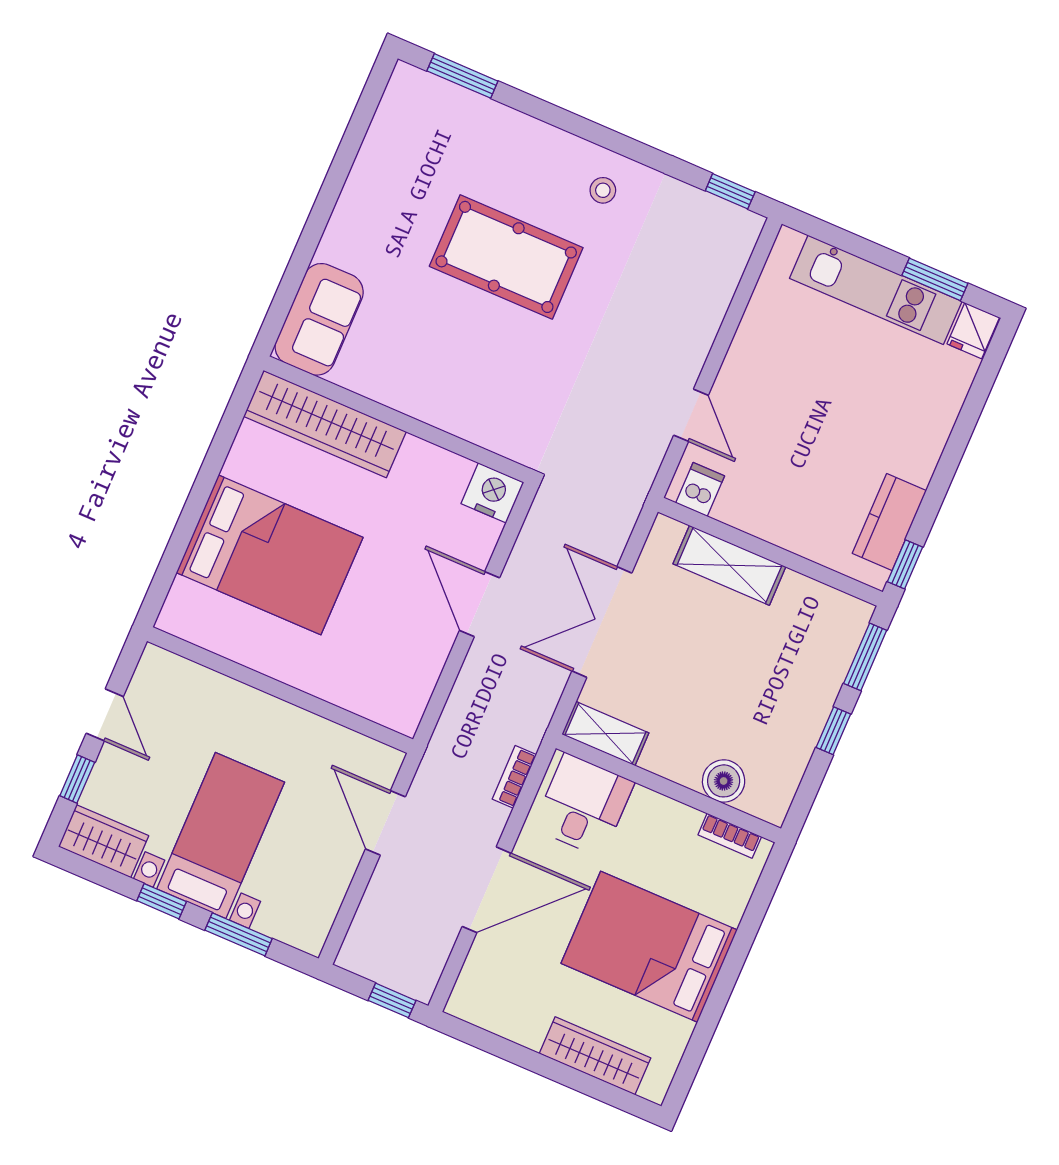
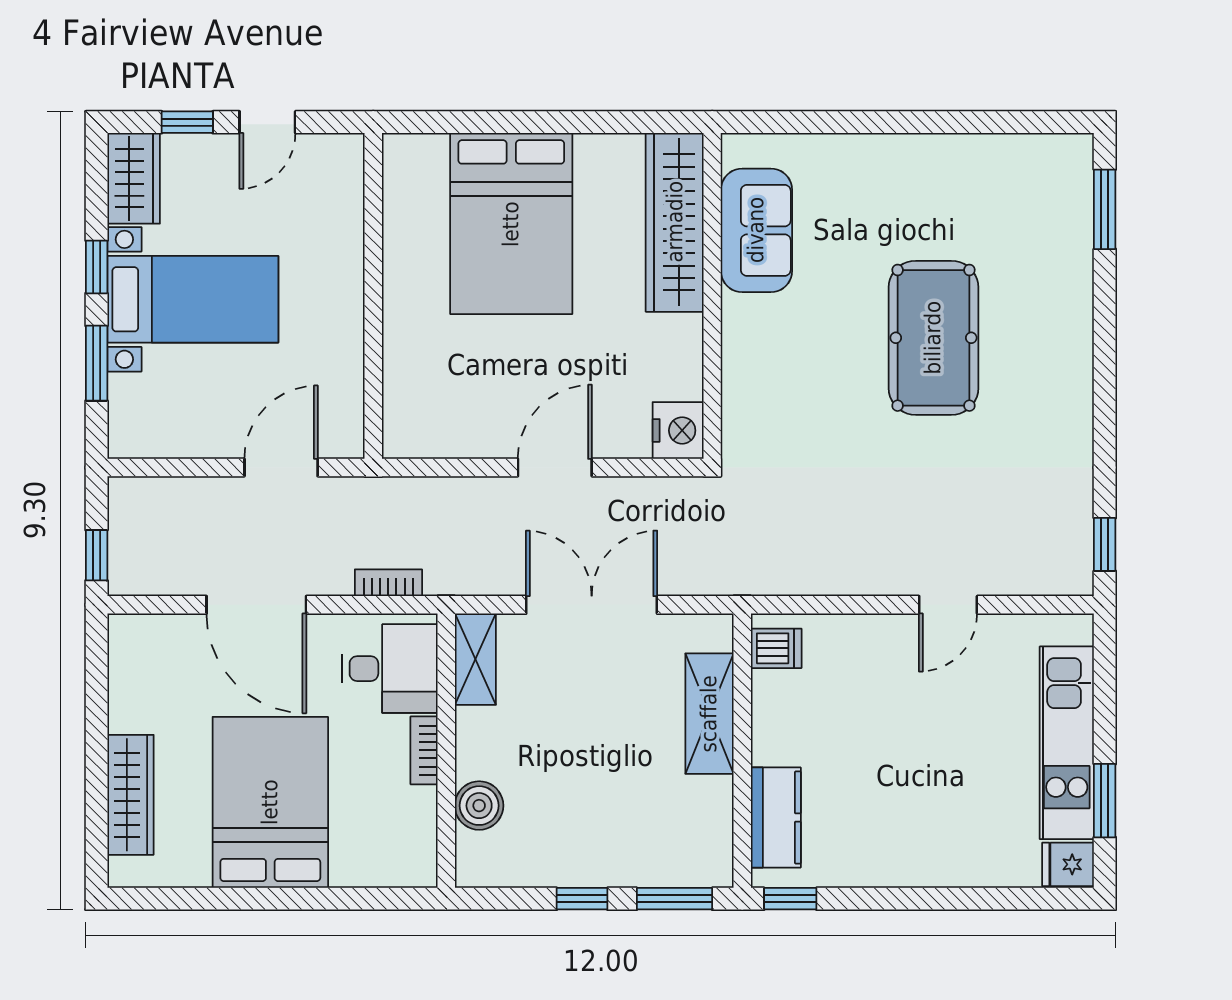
stool: (603, 190) -> (1048, 410), removed
sofa: (319, 319) -> (756, 230), moved, turned -90
door: (691, 415) -> (948, 605), moved
kitchen counter: (889, 522) -> (776, 817), moved, turned 90
bookcase: (730, 836) -> (424, 750), moved

